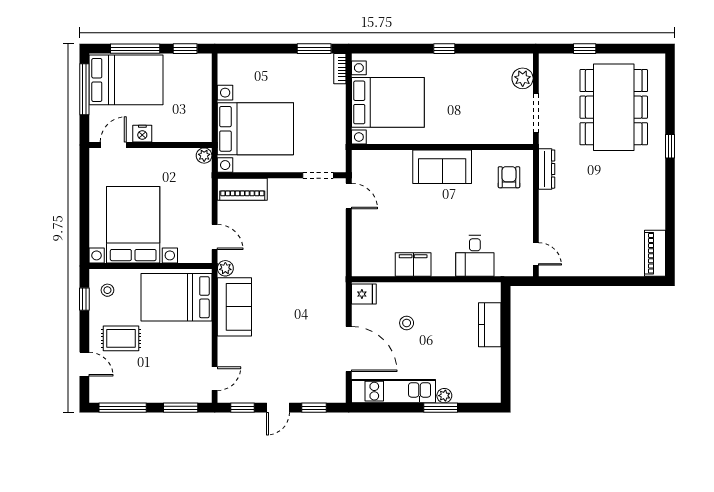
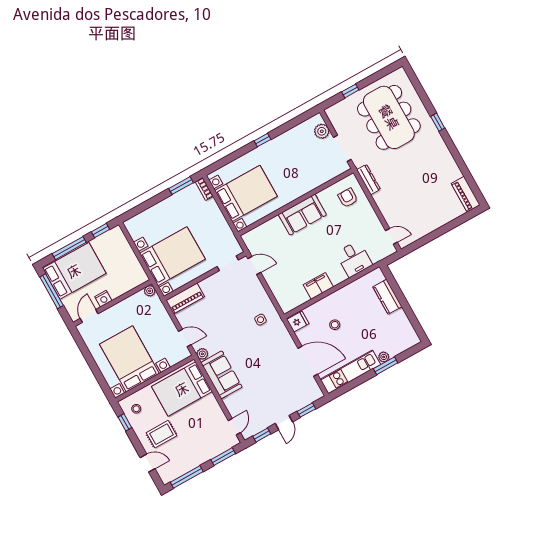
side table: (320, 266) -> (260, 320), added

